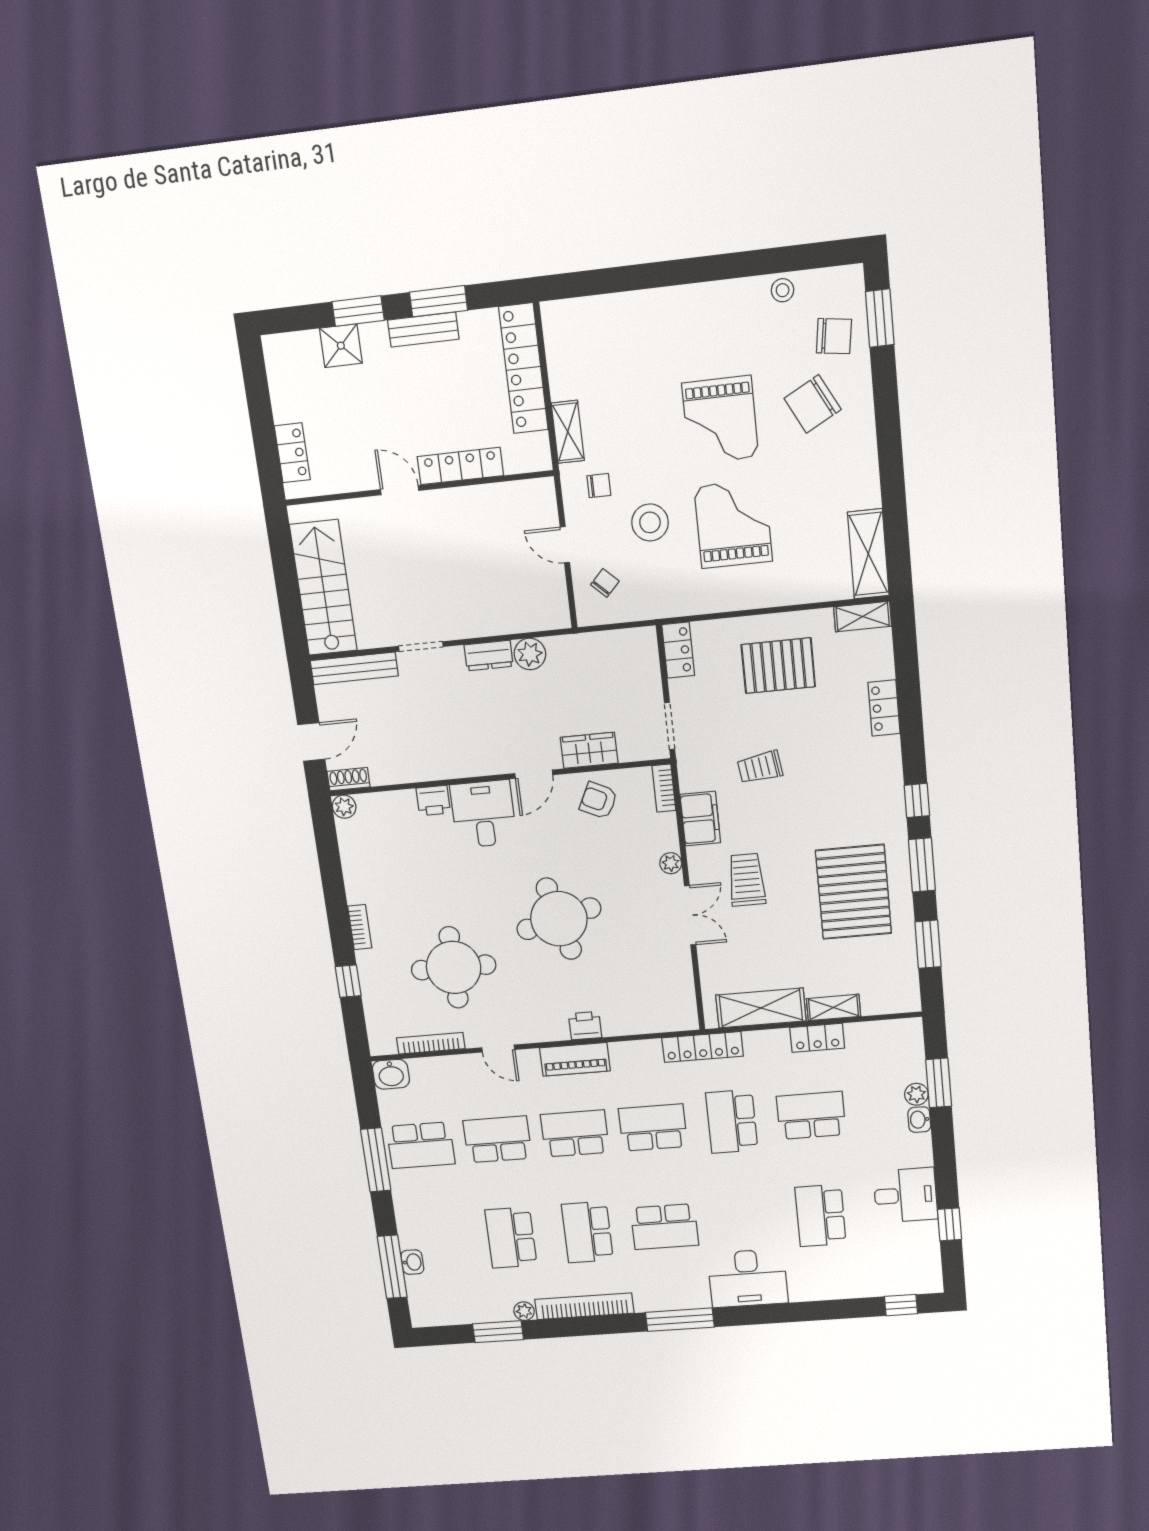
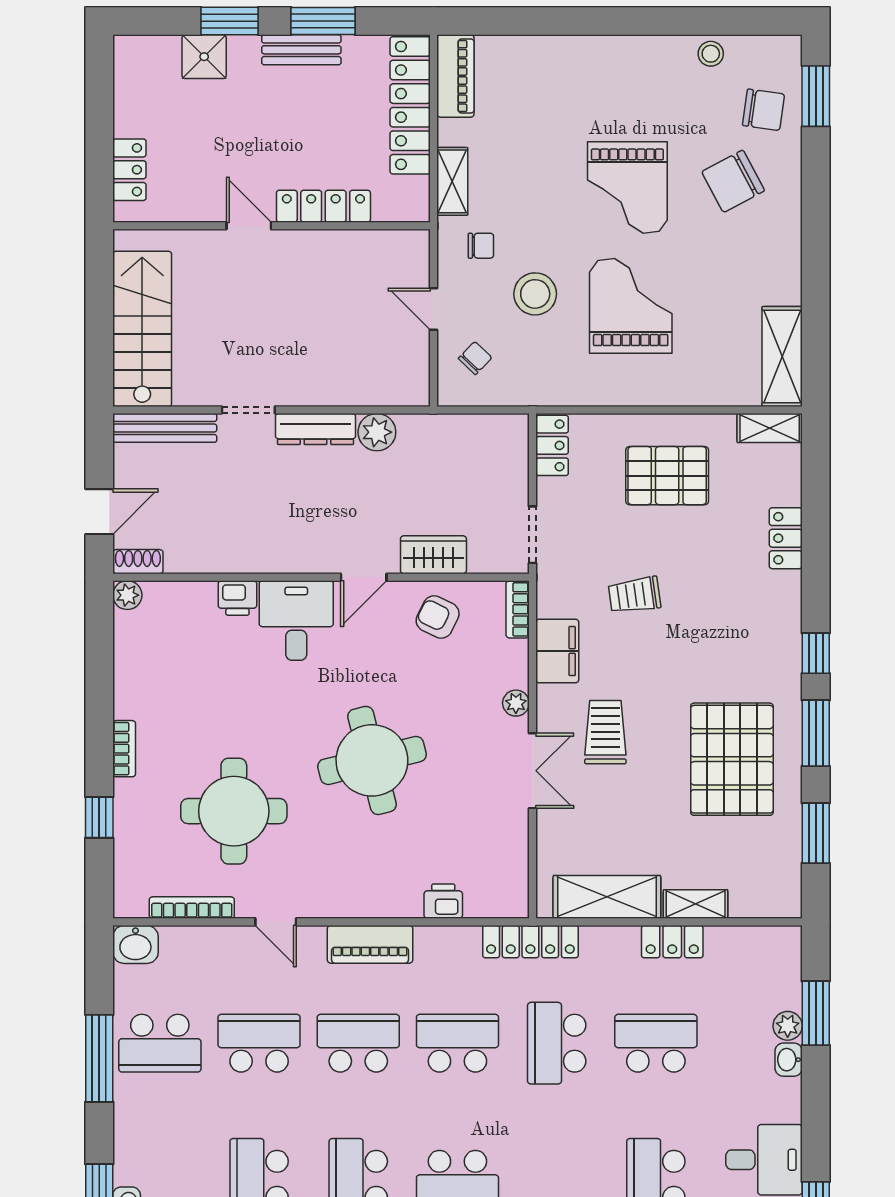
piano: (560, 337) -> (455, 76), added
dresser: (489, 656) -> (315, 429), width x1.44
printer: (585, 1026) -> (443, 901), moved

